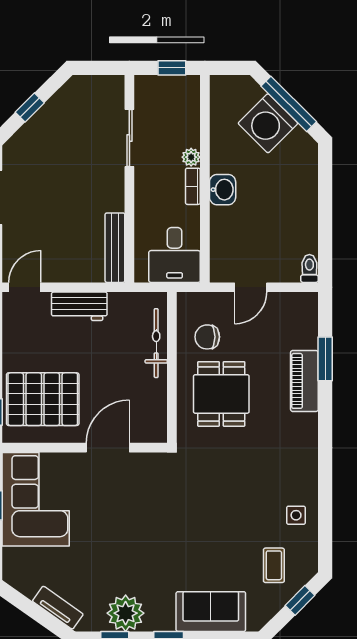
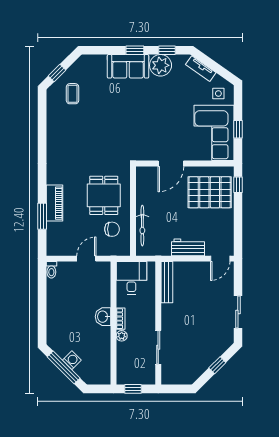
washing machine: (268, 123) -> (72, 360), width x0.53, depth x0.53
side table: (296, 515) -> (218, 93), moved
sofa: (211, 612) -> (128, 66), moved

